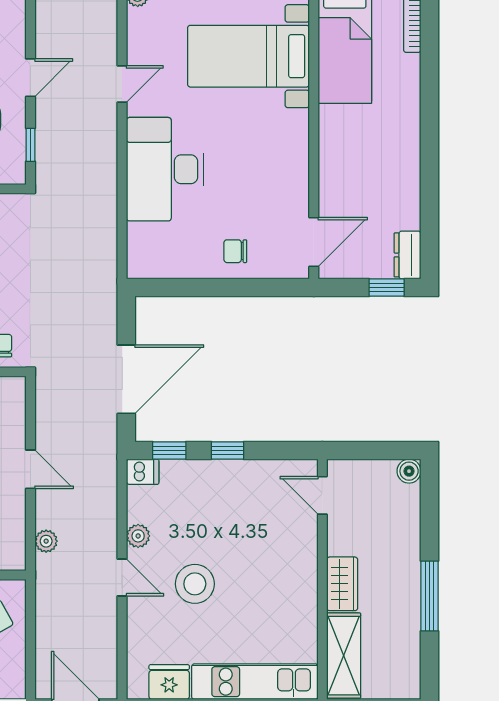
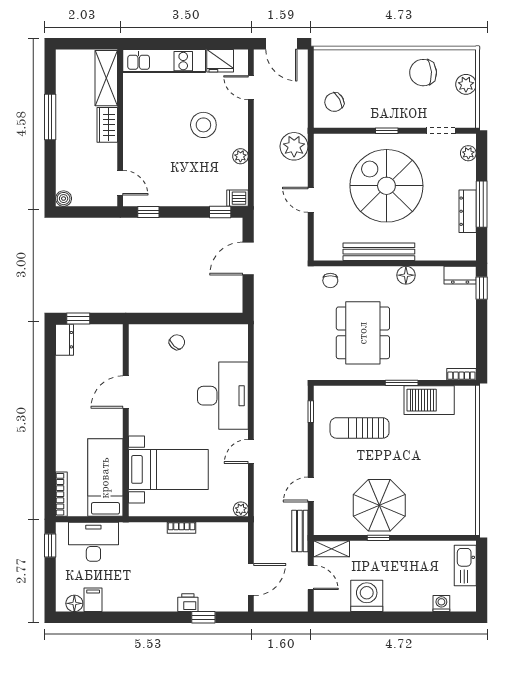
door: (30, 78) -> (311, 489), moved
door: (314, 242) -> (126, 392), moved
chair: (235, 251) -> (177, 342), turned -47
door: (126, 379) -> (248, 259), width x0.73
window: (228, 451) -> (148, 212), moved
plant: (46, 541) -> (294, 146), width x1.87, depth x1.87
door: (122, 577) -> (251, 88), moved

